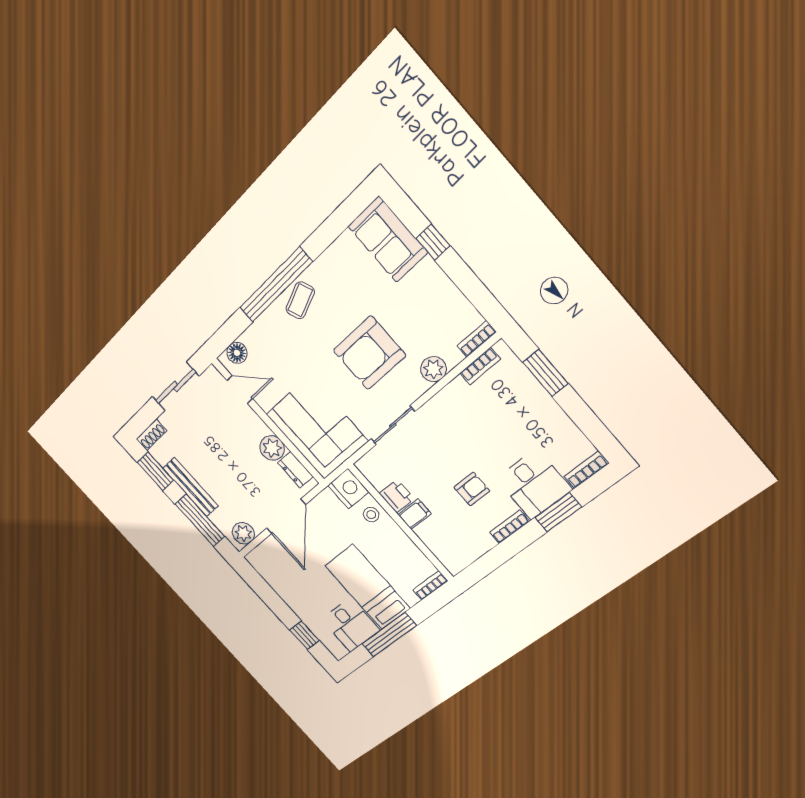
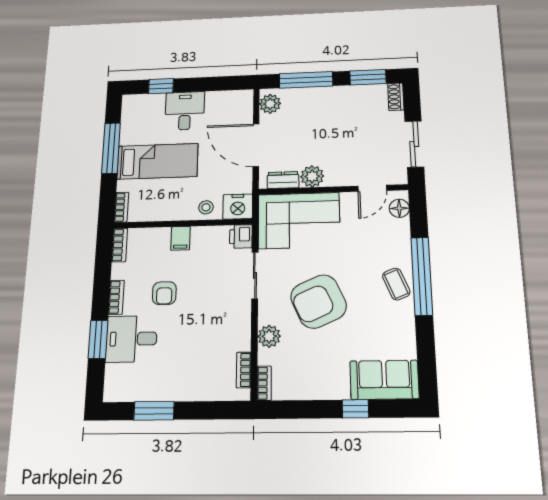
armchair: (369, 353) -> (318, 301), turned -114
window: (545, 373) -> (154, 411), moved
bookcase: (586, 470) -> (120, 245), moved
bench: (191, 487) -> (335, 93), removed
printer: (397, 496) -> (241, 236), moved, turned 90
desk: (351, 625) -> (185, 111), moved, turned 90

